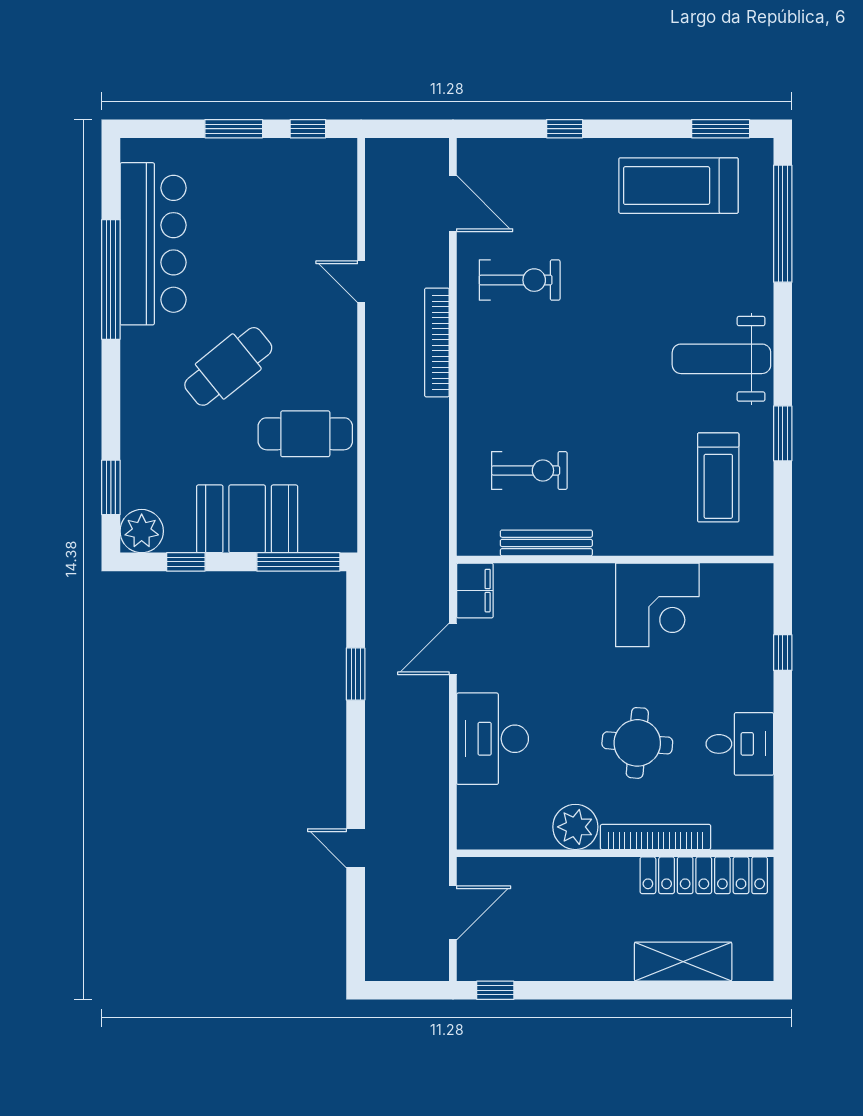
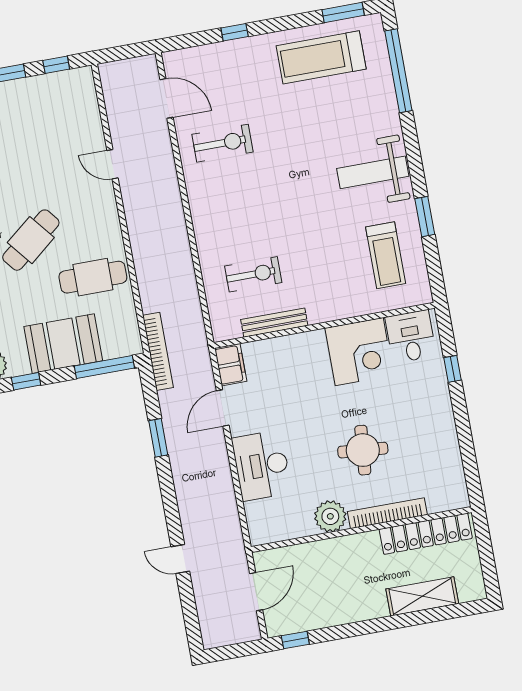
bookcase: (437, 342) -> (158, 351), moved, turned 180
desk: (740, 744) -> (411, 337), moved, turned -90

